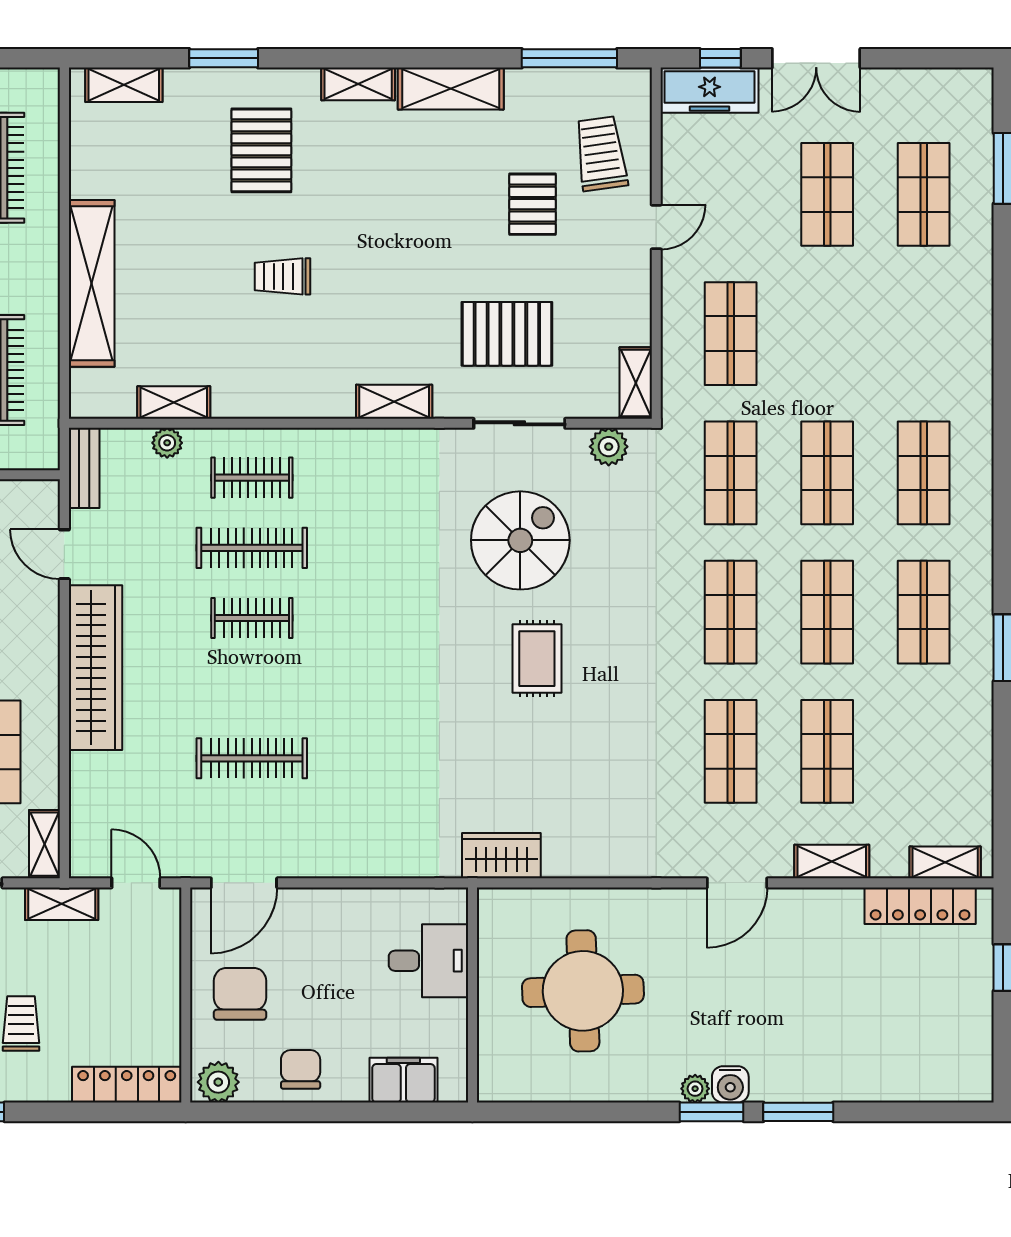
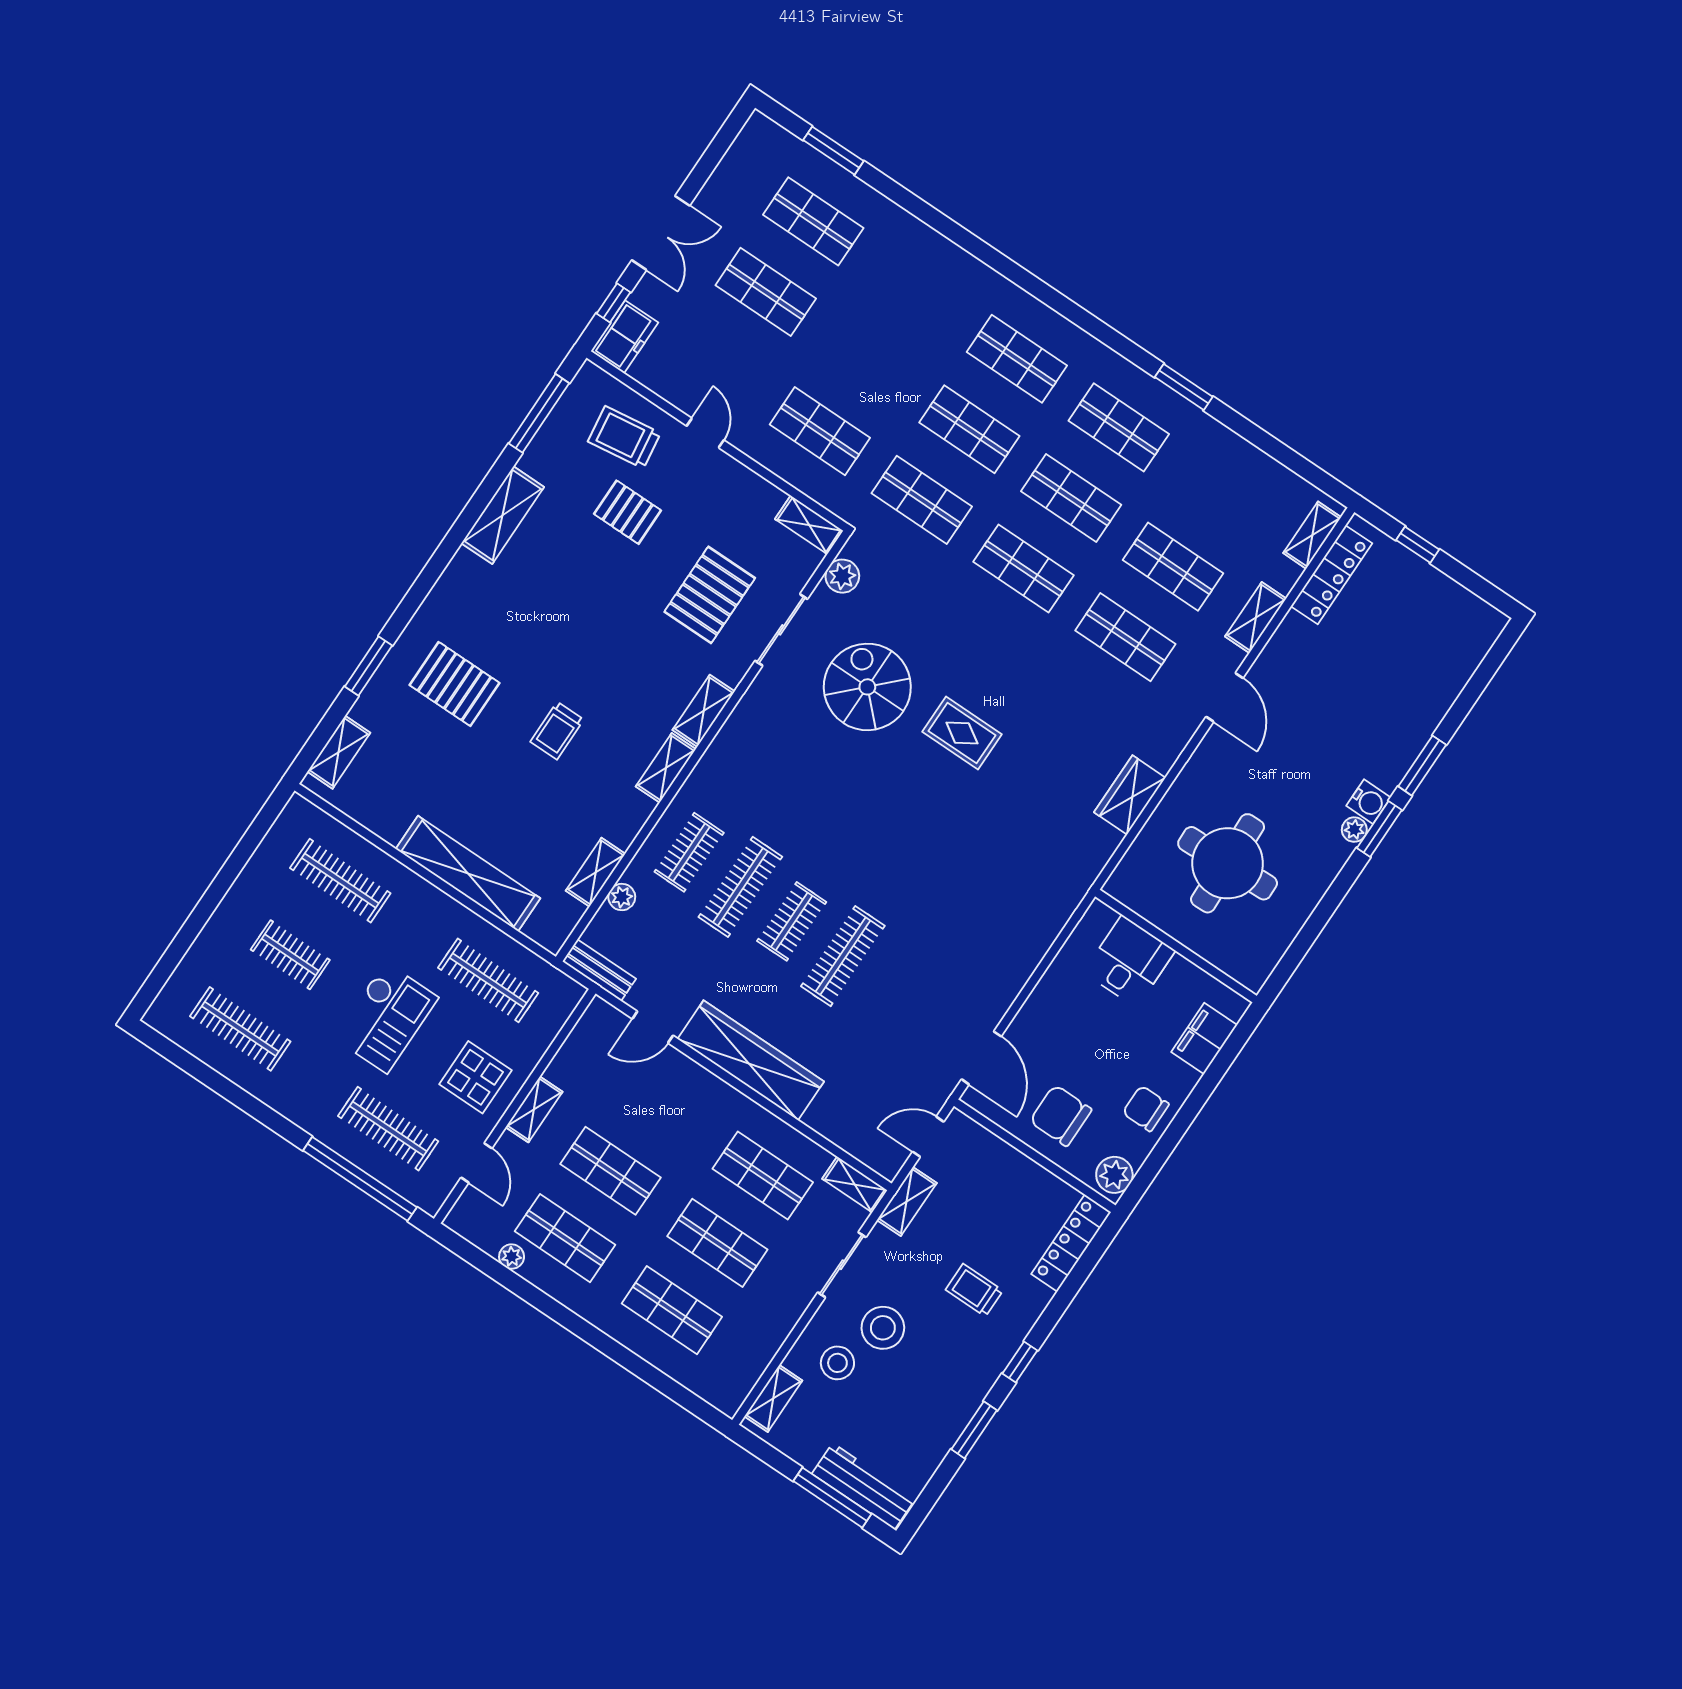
shelving: (358, 84) -> (666, 768), moved
freezer: (710, 90) -> (625, 337), width x0.71
clothes rail: (252, 758) -> (843, 956), moved
wardrobe: (501, 856) -> (1130, 795), moved

